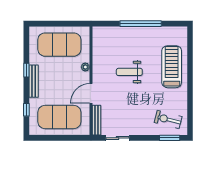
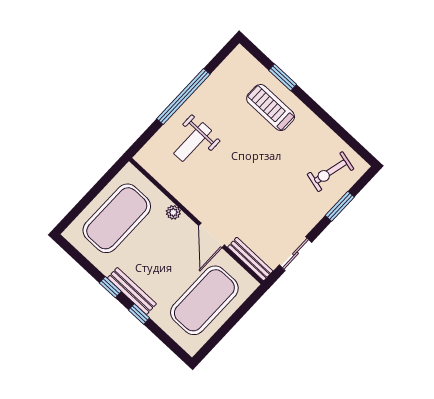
window: (190, 59) -> (283, 77), added
treadmill: (172, 67) -> (271, 108), width x0.73, depth x0.73
weight bench: (129, 72) -> (193, 142), moved
window: (26, 110) -> (139, 314), moved
window: (170, 138) -> (340, 206), moved

